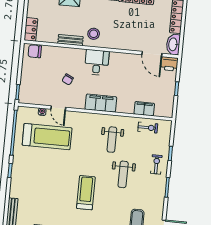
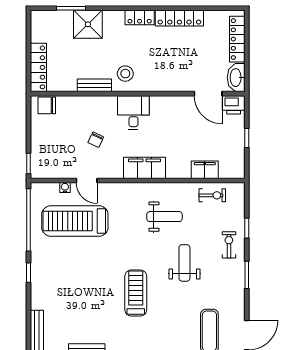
locker: (31, 29) -> (38, 67), width x1.53
treadmill: (47, 137) -> (75, 221), turned 180
weight bench: (112, 140) -> (164, 217), turned -90
weight bench: (123, 174) -> (184, 263), turned 180

